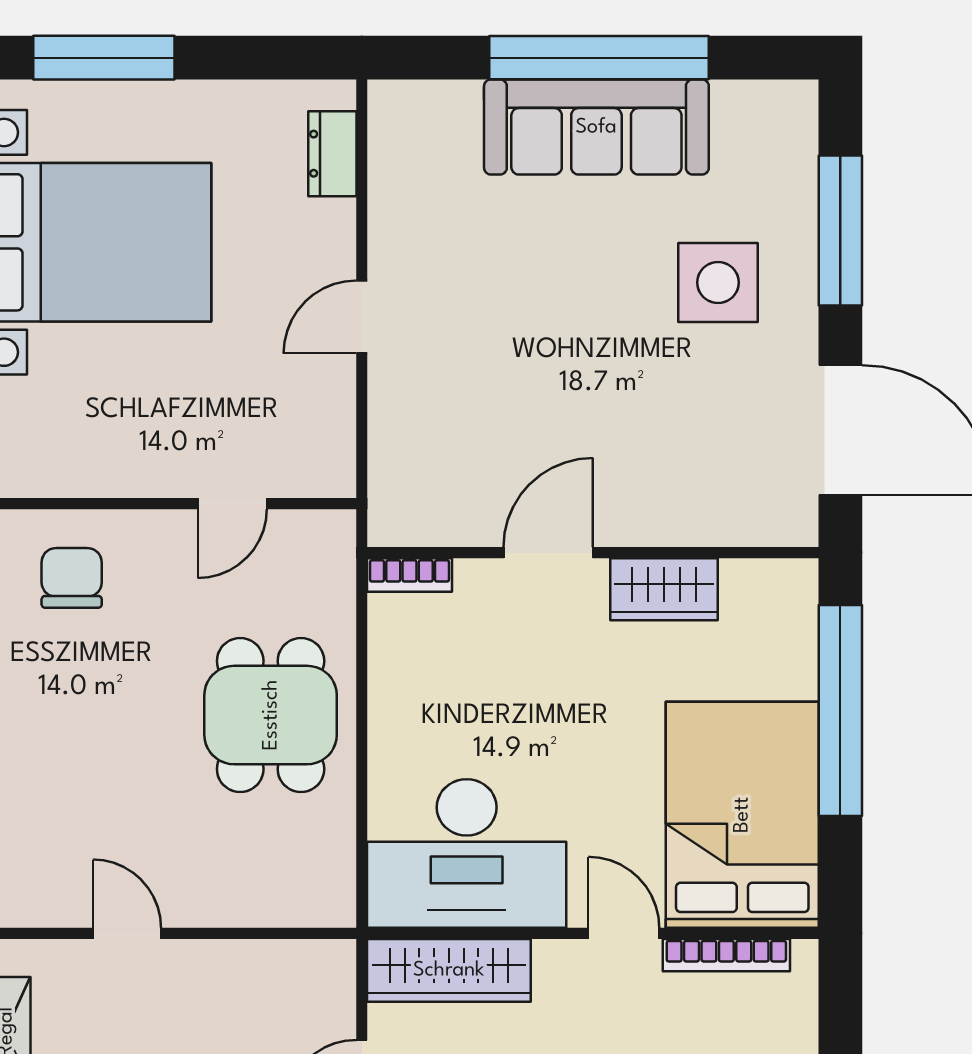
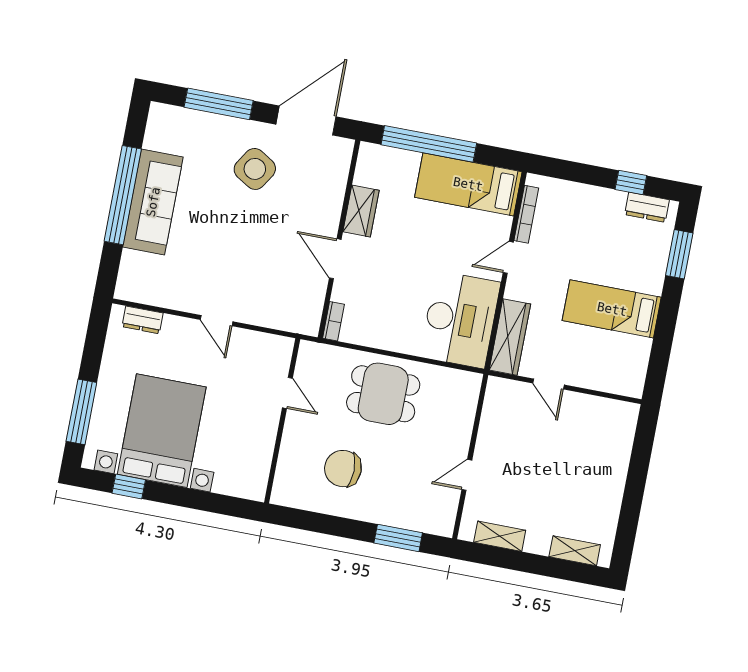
side table: (718, 282) -> (255, 169), moved, turned 32
chair: (72, 578) -> (343, 469), moved, width x1.37, depth x1.37
bed: (742, 815) -> (468, 184), width x0.67

